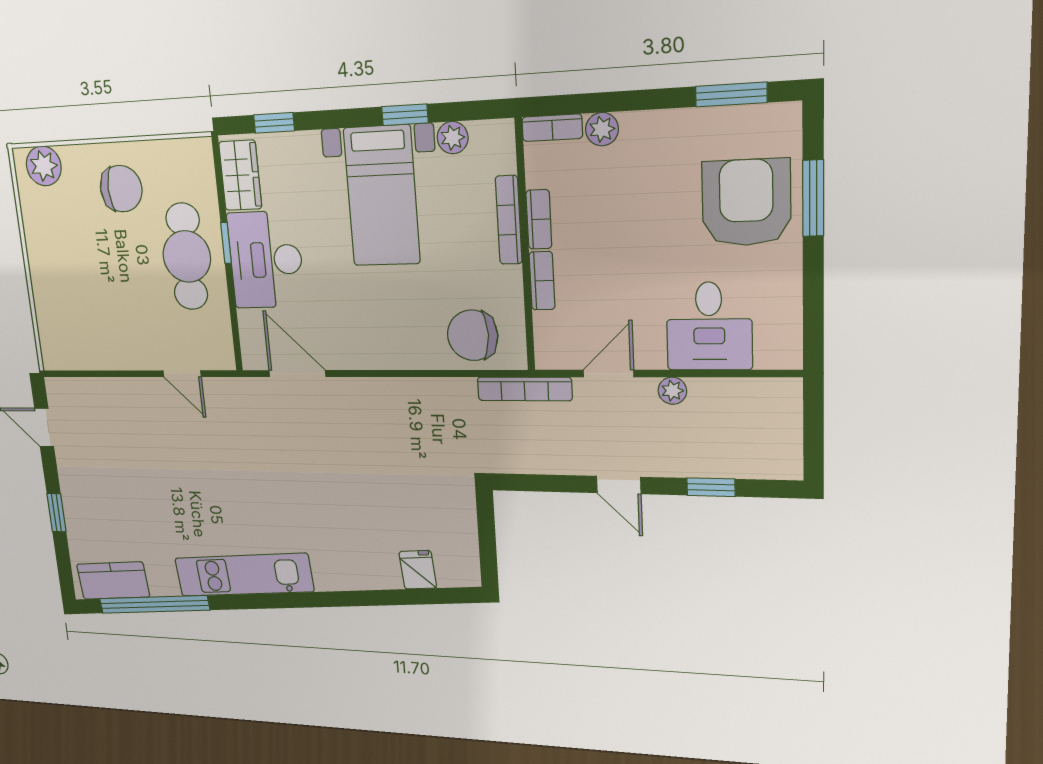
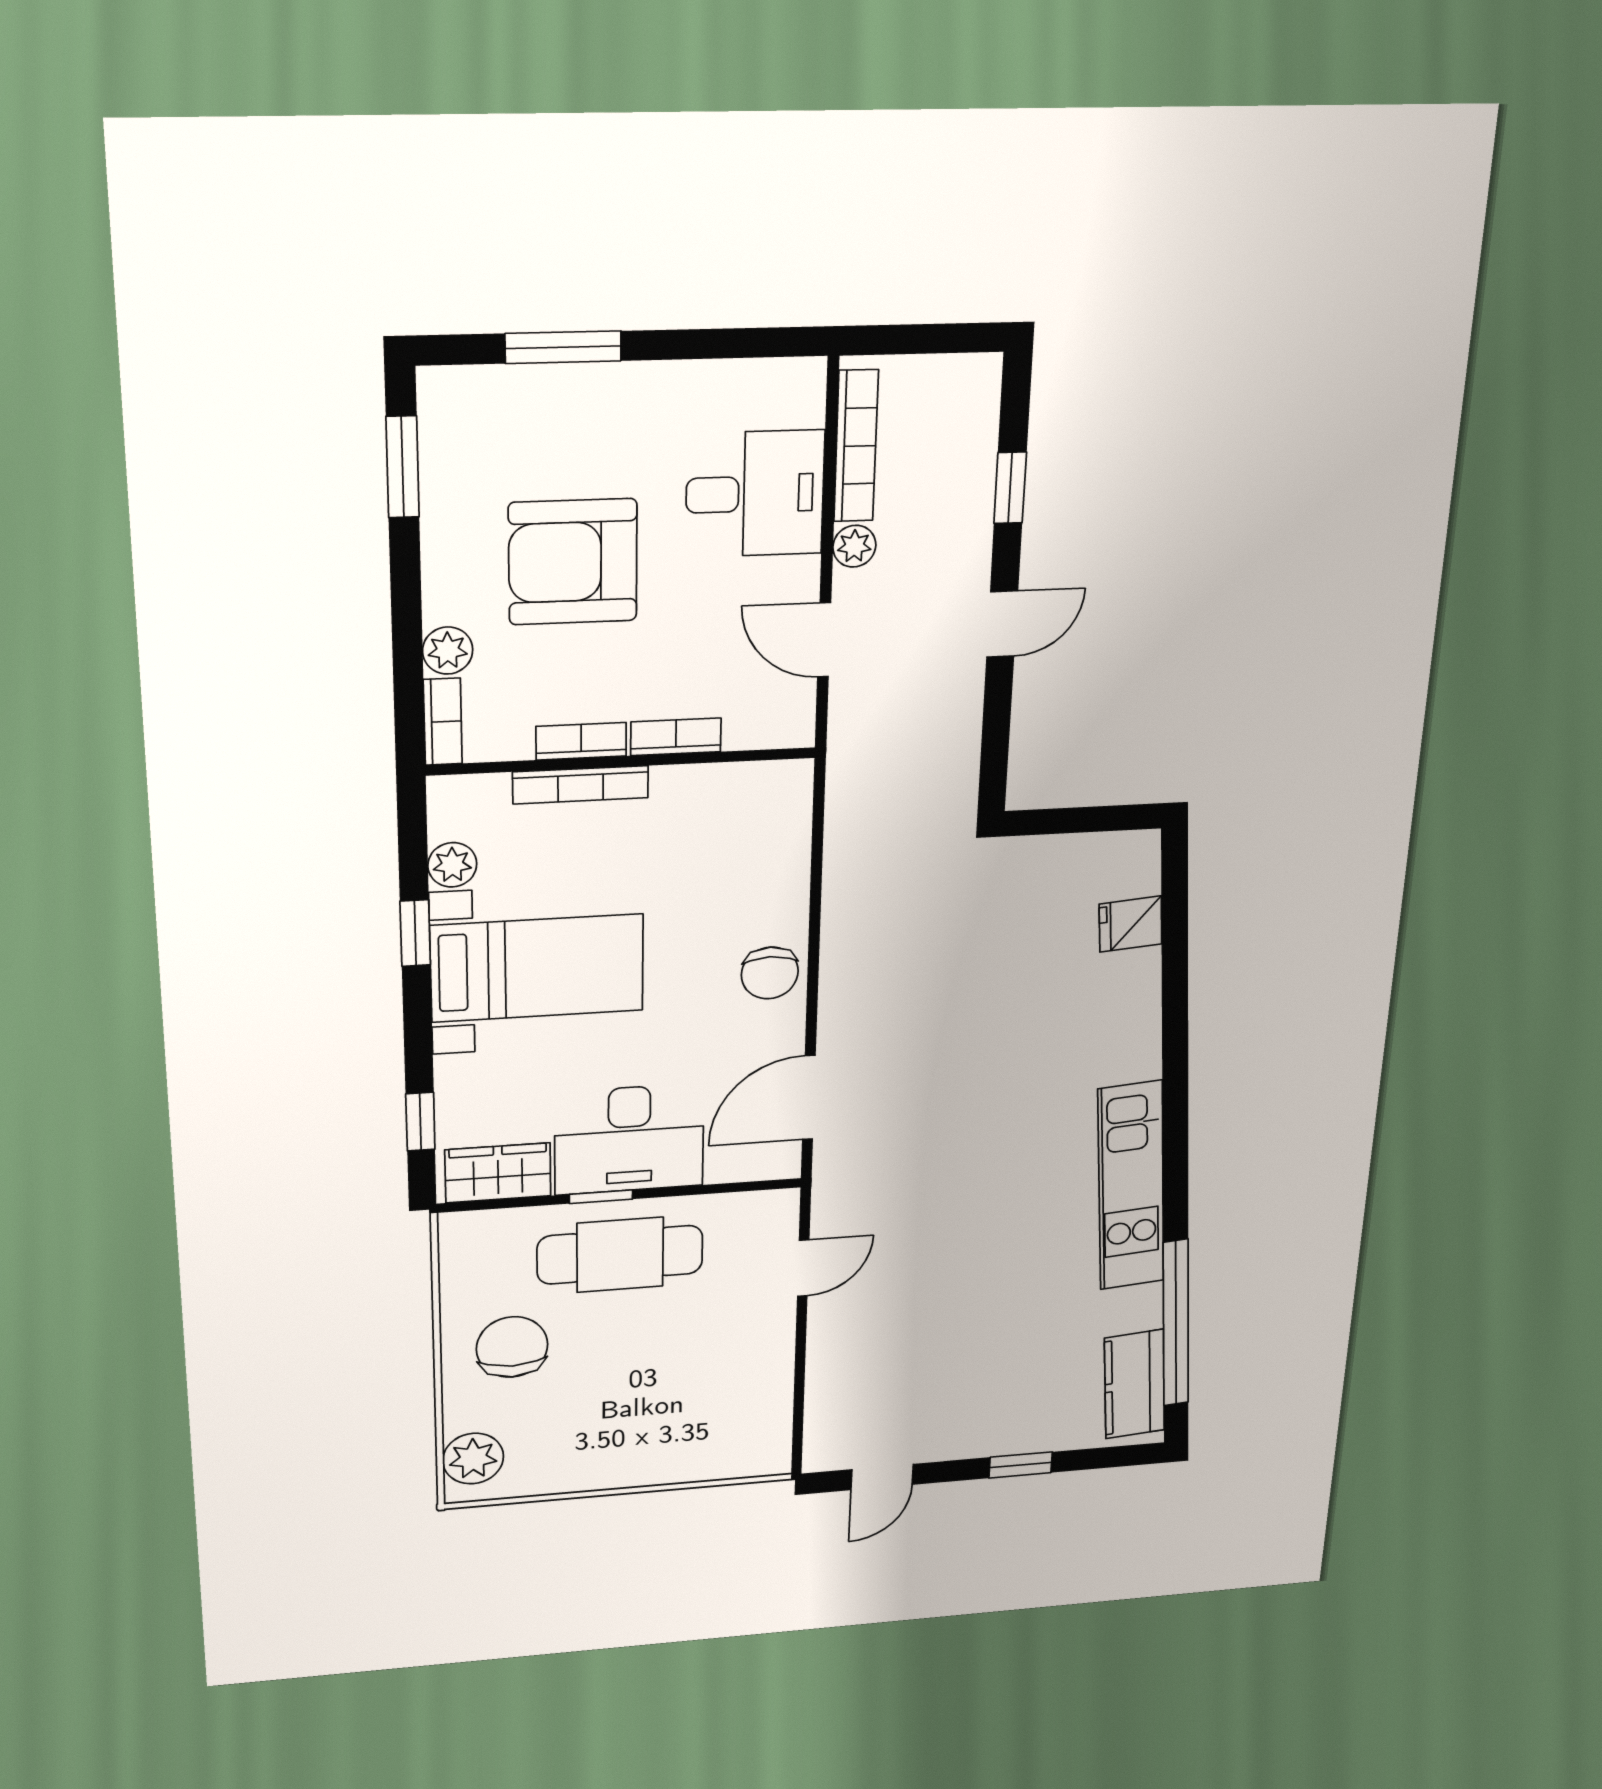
armchair: (746, 203) -> (573, 562), moved
chair: (473, 335) -> (770, 973), moved, width x0.73, depth x0.73
bookcase: (525, 389) -> (856, 446), moved

